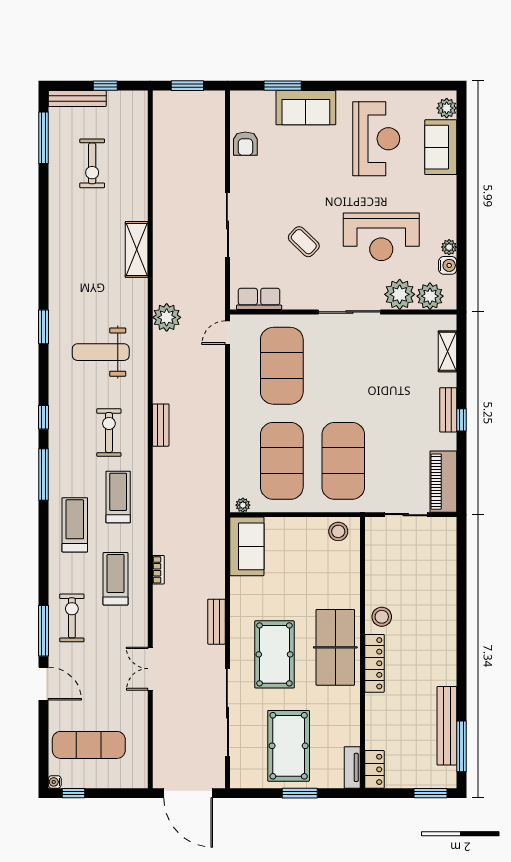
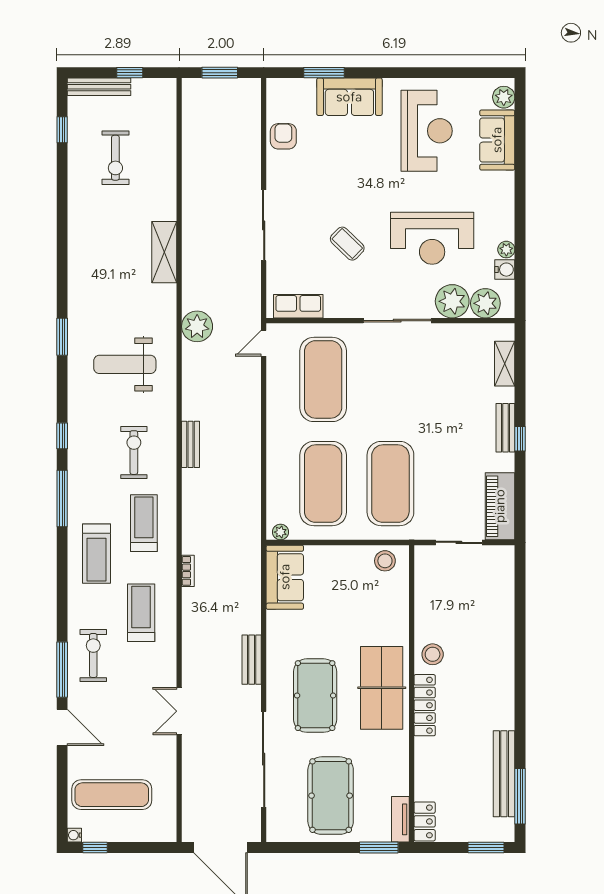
window: (44, 138) -> (62, 130), width x0.46
armchair: (245, 144) -> (283, 136), turned 180
treadmill: (75, 525) -> (96, 554), turned 180
bookcase: (158, 570) -> (188, 571), moved
window: (300, 793) -> (379, 847), moved

